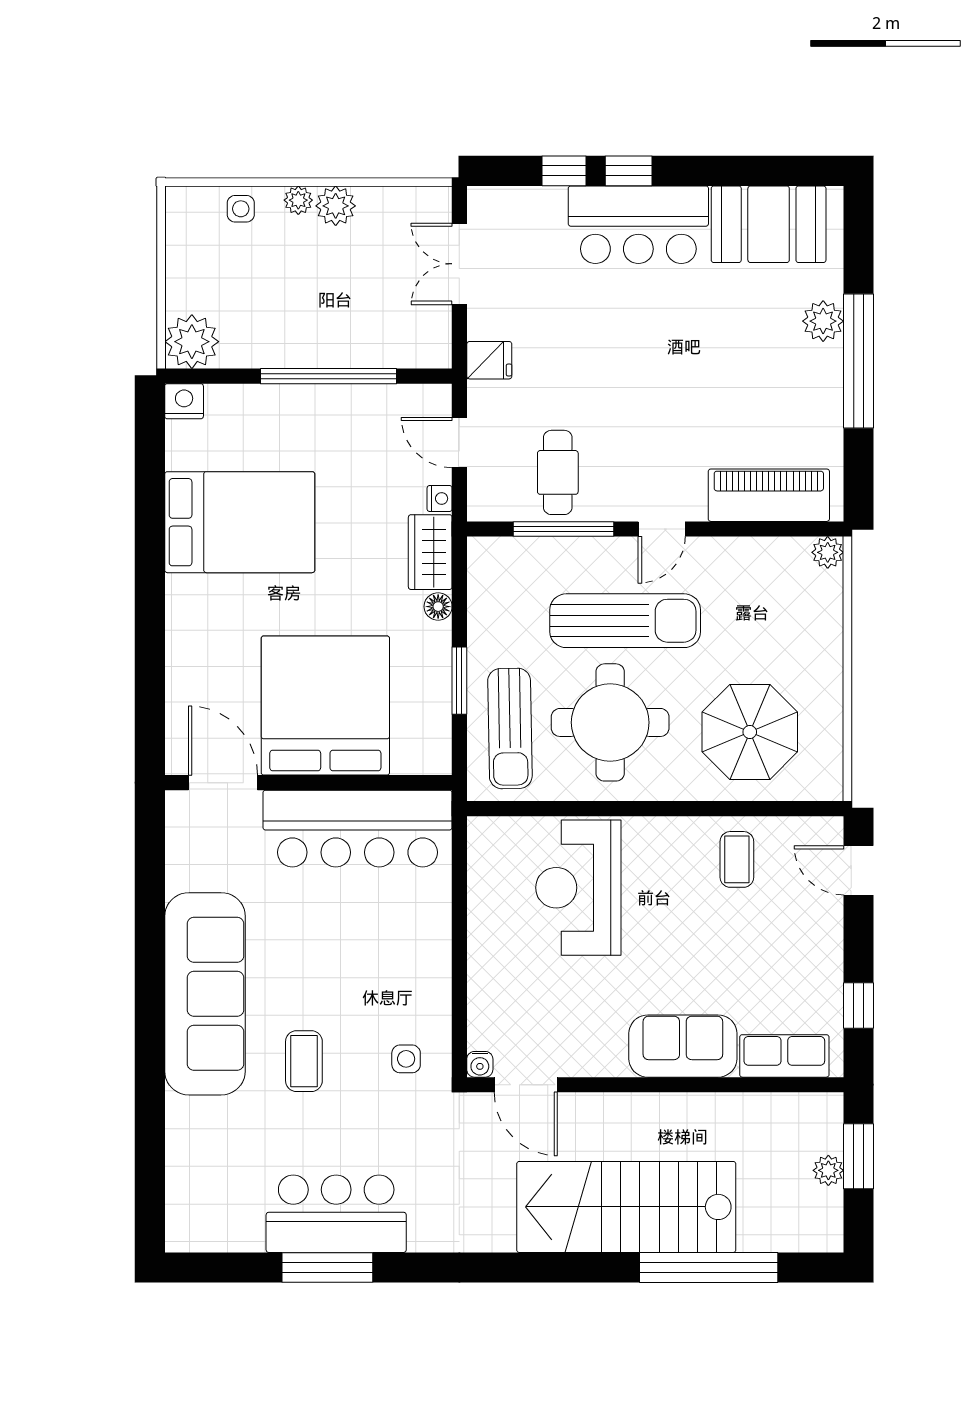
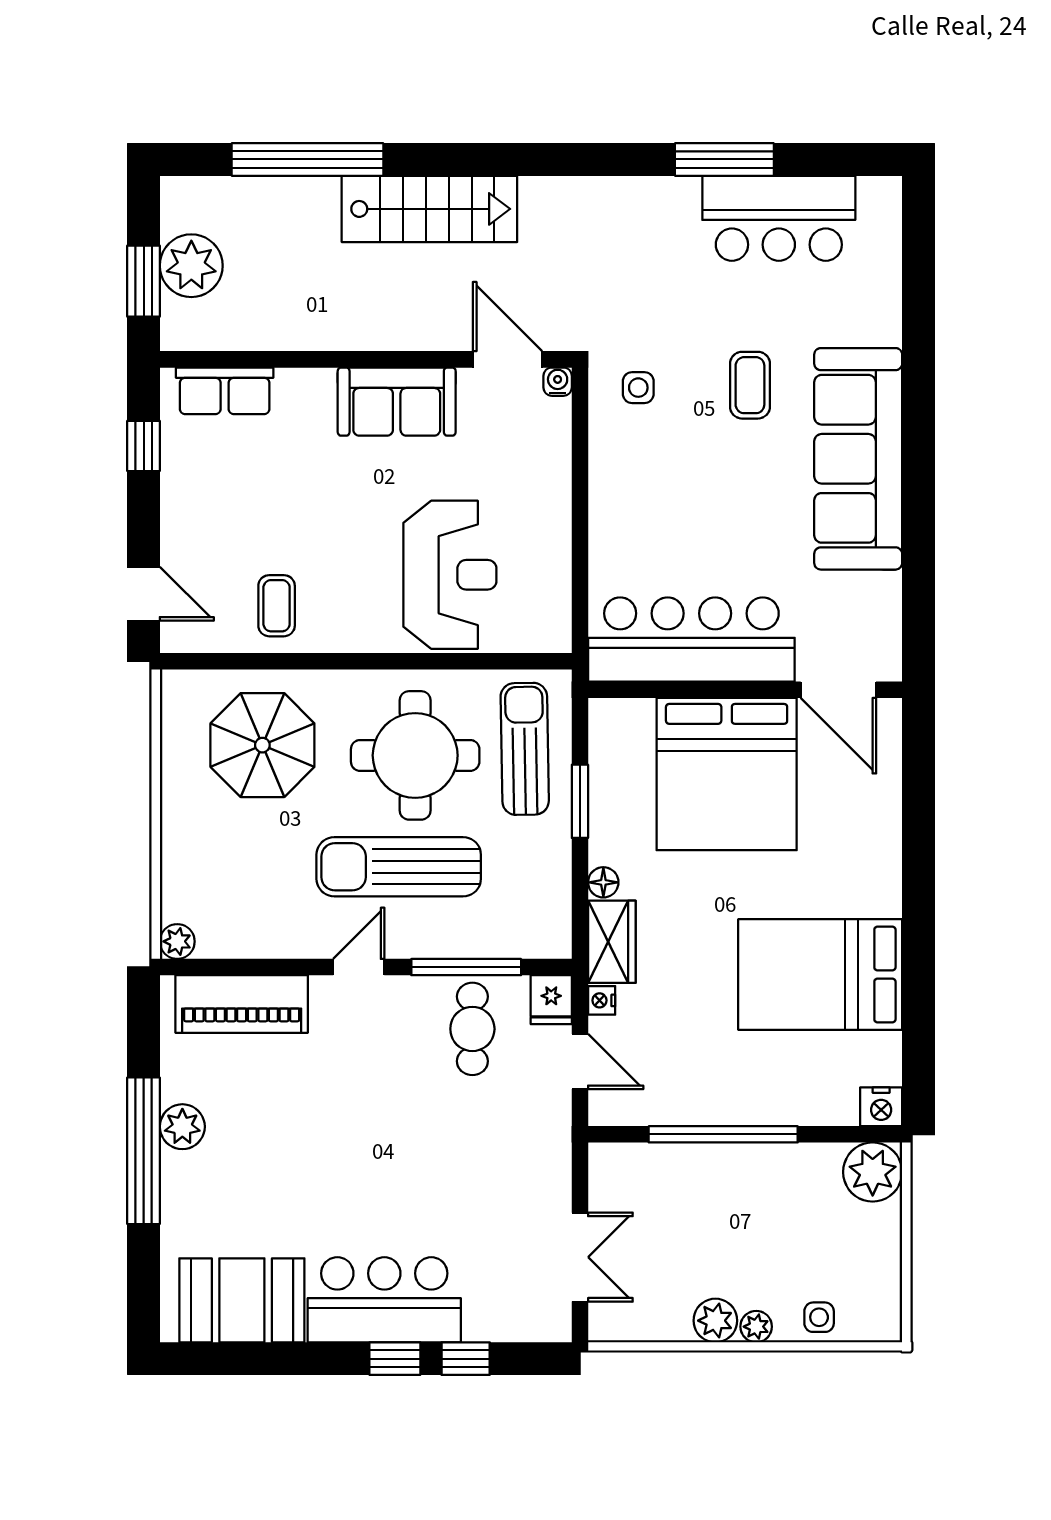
plant: (823, 321) -> (182, 1127), moved
fridge: (489, 360) -> (551, 1000), moved, turned -90
sofa: (683, 1046) -> (397, 402), moved
plant: (828, 1170) -> (191, 266), width x1.87, depth x1.87
stairs: (626, 1207) -> (429, 209), width x0.73, depth x0.66
bar counter: (336, 1214) -> (779, 218), moved

